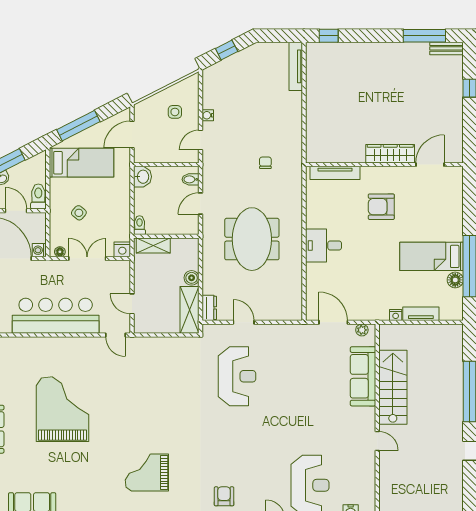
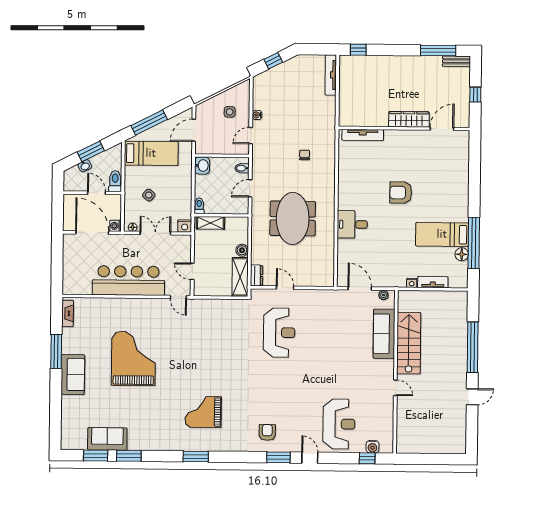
wardrobe: (390, 154) -> (409, 119), moved
wall: (384, 165) -> (404, 128), moved
door: (430, 165) -> (442, 129), moved
tv unit: (335, 173) -> (363, 135), moved

